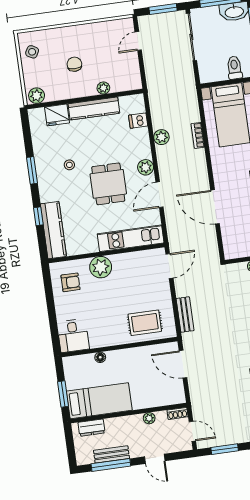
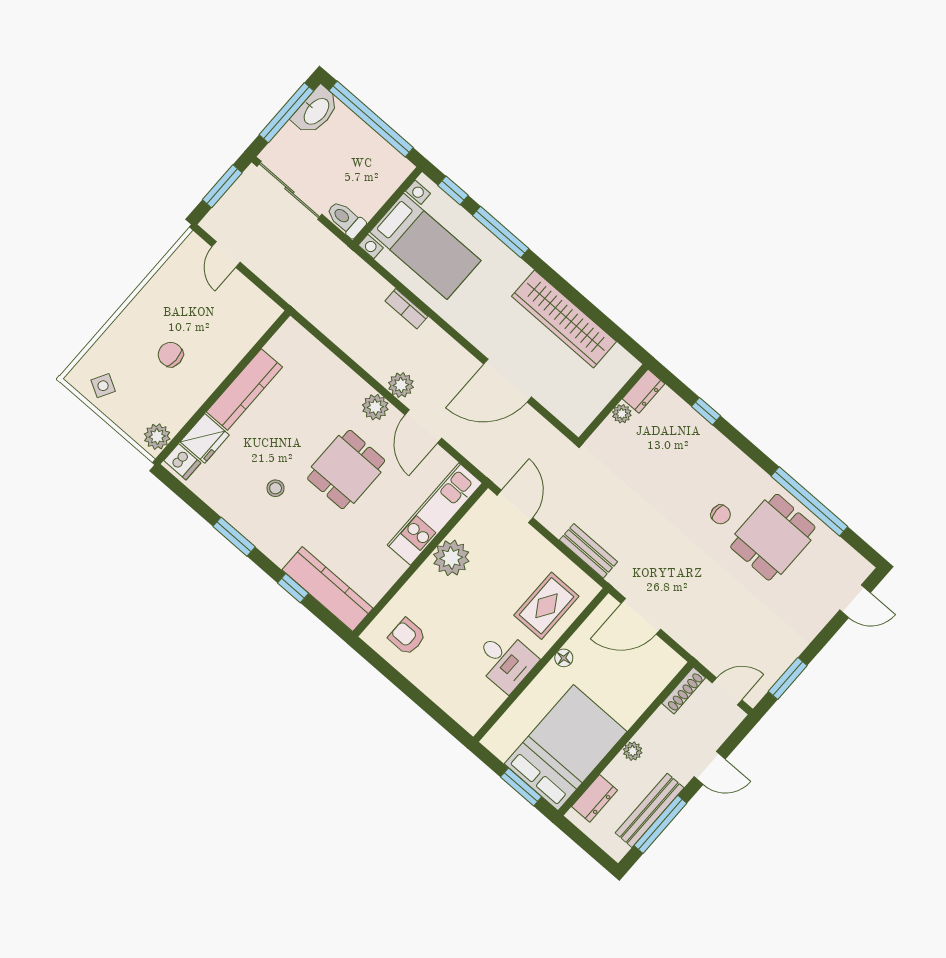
toilet: (234, 68) -> (346, 219), moved
plant: (103, 88) -> (234, 353), removed
dishwasher: (138, 121) -> (182, 462), moved, turned -90
plant: (161, 137) -> (401, 385), moved
dining table: (108, 184) -> (346, 469), turned 90
plant: (101, 267) -> (451, 558), moved
armchair: (71, 282) -> (407, 637), turned -90
desk: (73, 336) -> (505, 661), moved
floor lamp: (100, 357) -> (564, 658), moved
bed: (99, 401) -> (566, 748), width x1.50
shoe rack: (178, 413) -> (684, 690), width x1.43
plant: (149, 418) -> (633, 751), moved
bench: (111, 454) -> (650, 810), width x1.36

